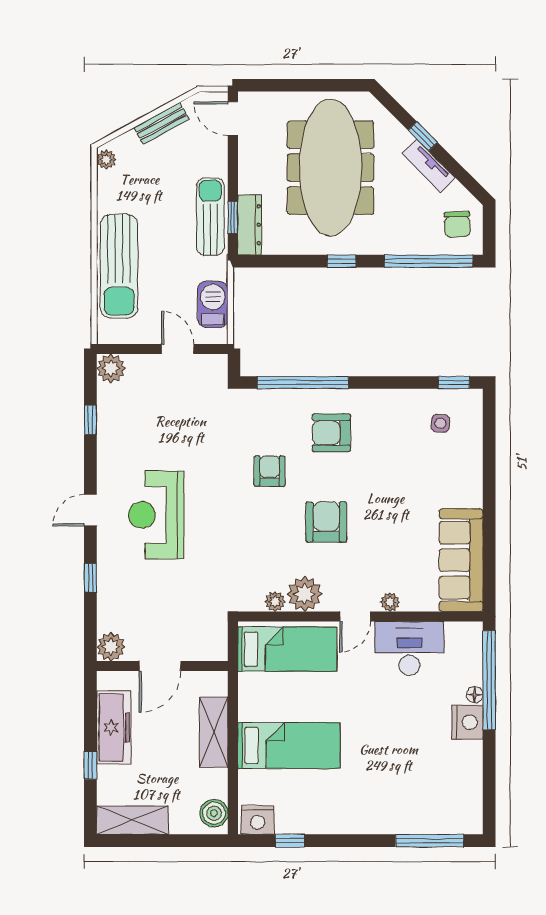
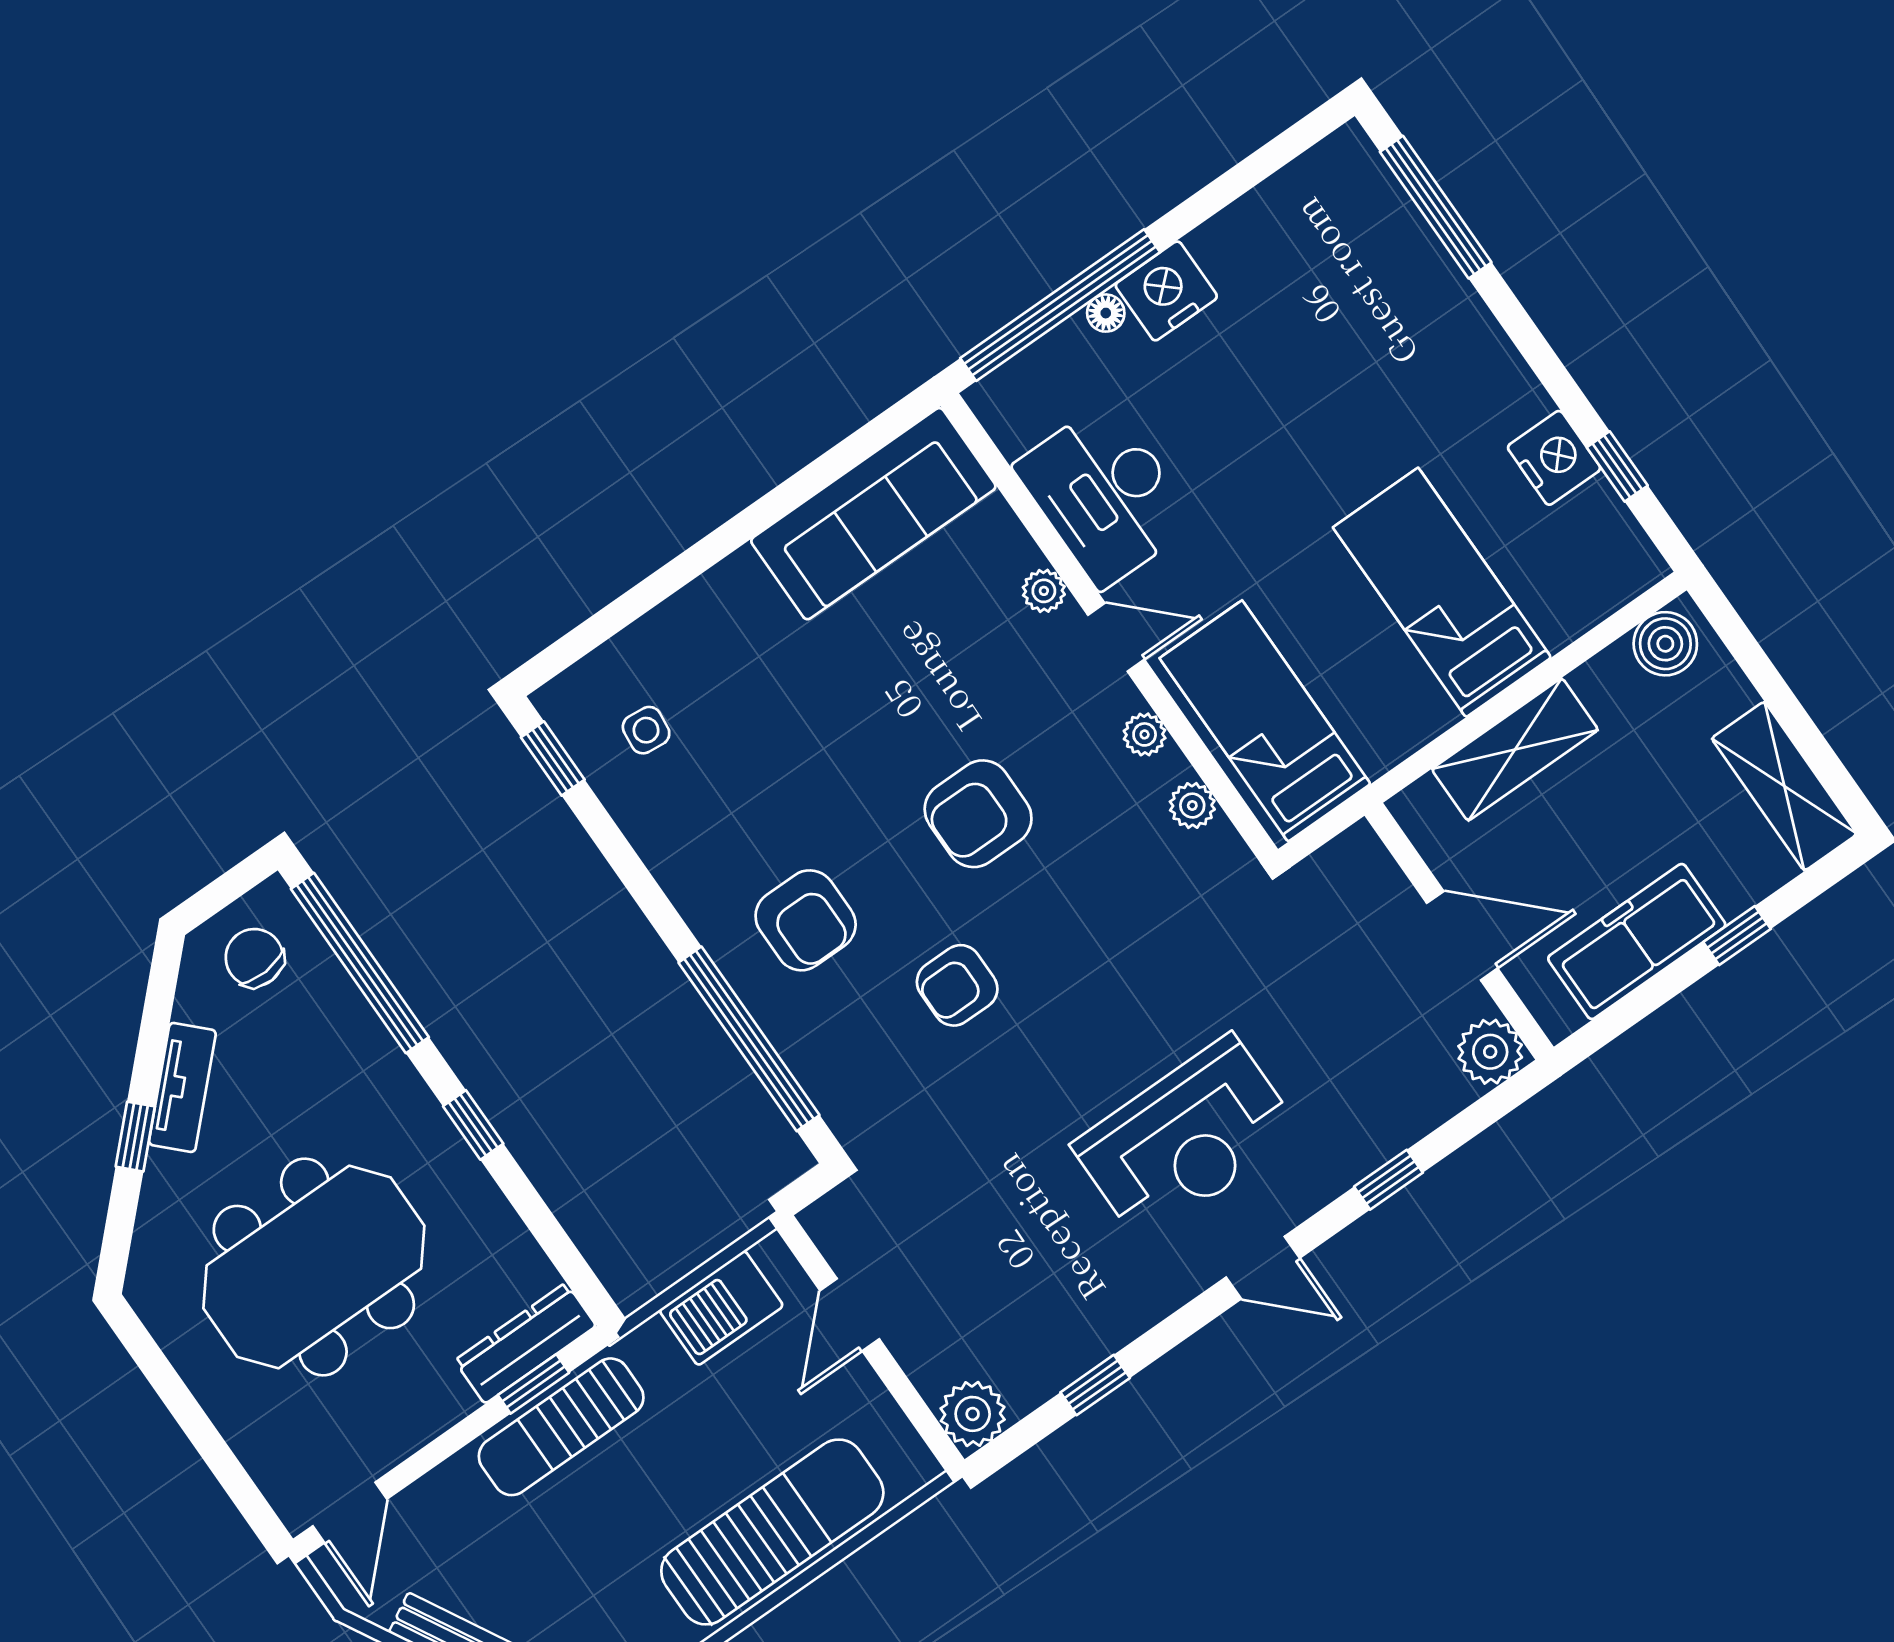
meeting table: (331, 168) -> (314, 1267), width x0.73
chair: (457, 224) -> (254, 958), turned -92
plant: (305, 594) -> (1145, 734), width x0.53, depth x0.53
nightstand: (258, 820) -> (1554, 458), moved

